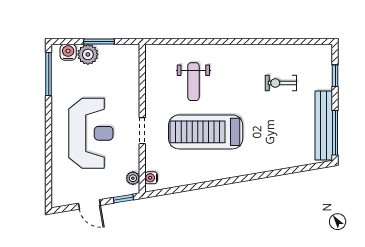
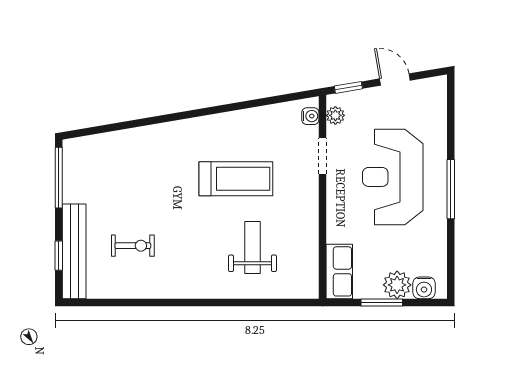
row of seats: (130, 64) -> (339, 271), added
window: (49, 74) -> (451, 189), moved
bench: (324, 126) -> (74, 251), moved
doorway: (142, 131) -> (323, 156), moved
treadmill: (206, 132) -> (236, 179), width x0.73, depth x0.73

